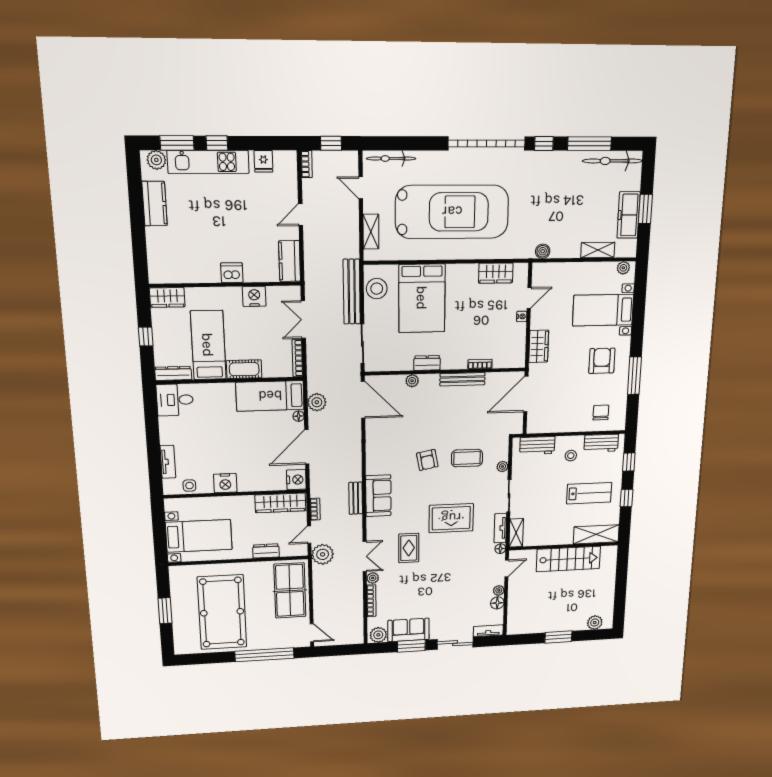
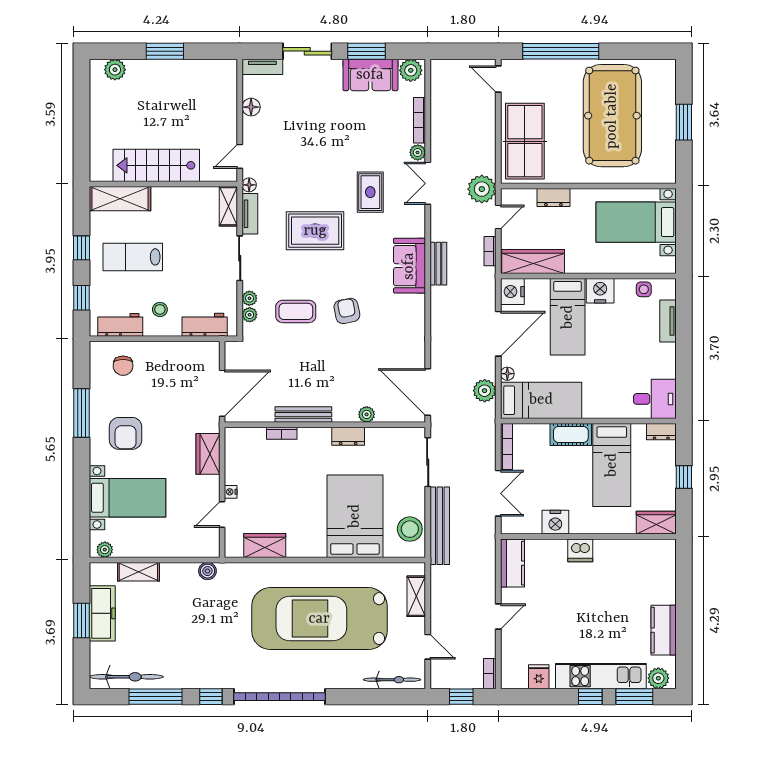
dresser: (173, 373) -> (661, 432), width x0.70
bed: (251, 462) -> (568, 317), added
plant: (499, 590) -> (250, 315), moved

